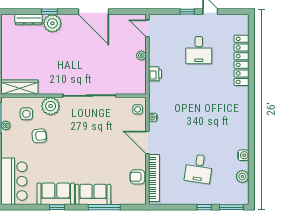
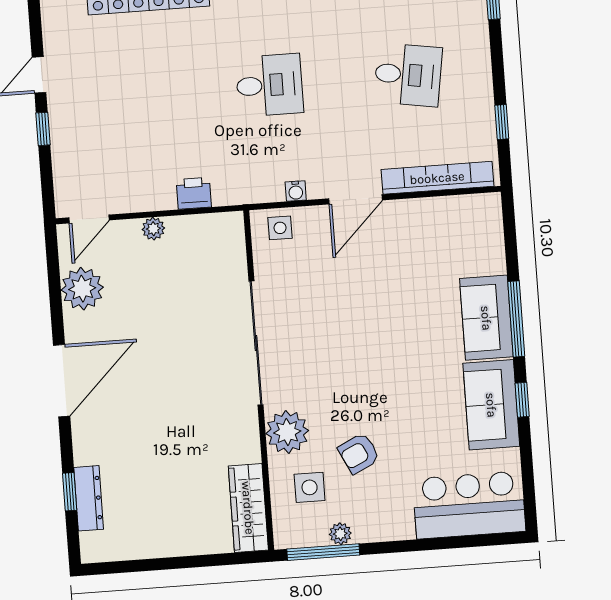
window: (49, 12) -> (70, 492), moved
door: (93, 12) -> (62, 381), moved
plant: (52, 23) -> (82, 289), moved
desk: (199, 50) -> (269, 85), moved
armchair: (39, 136) -> (359, 453), turned -110
armchair: (137, 177) -> (438, 217), removed
window: (104, 207) -> (516, 319), moved
window: (204, 207) -> (502, 122), moved

